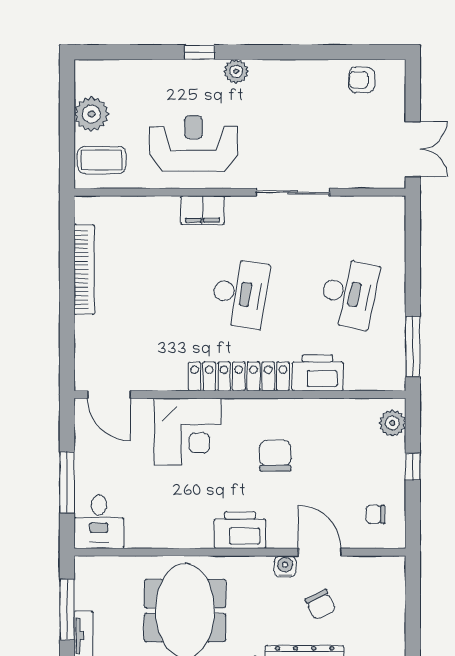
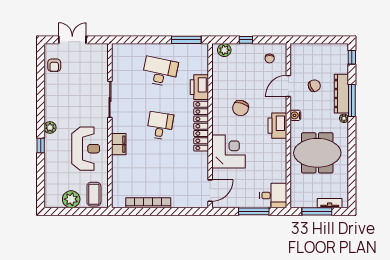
reception desk: (193, 143) -> (86, 149), turned 180
double door: (413, 149) -> (72, 40), moved
desk: (240, 293) -> (160, 126), width x0.73
chair: (275, 456) -> (241, 108), turned -73
water cooler: (285, 566) -> (295, 115), moved

